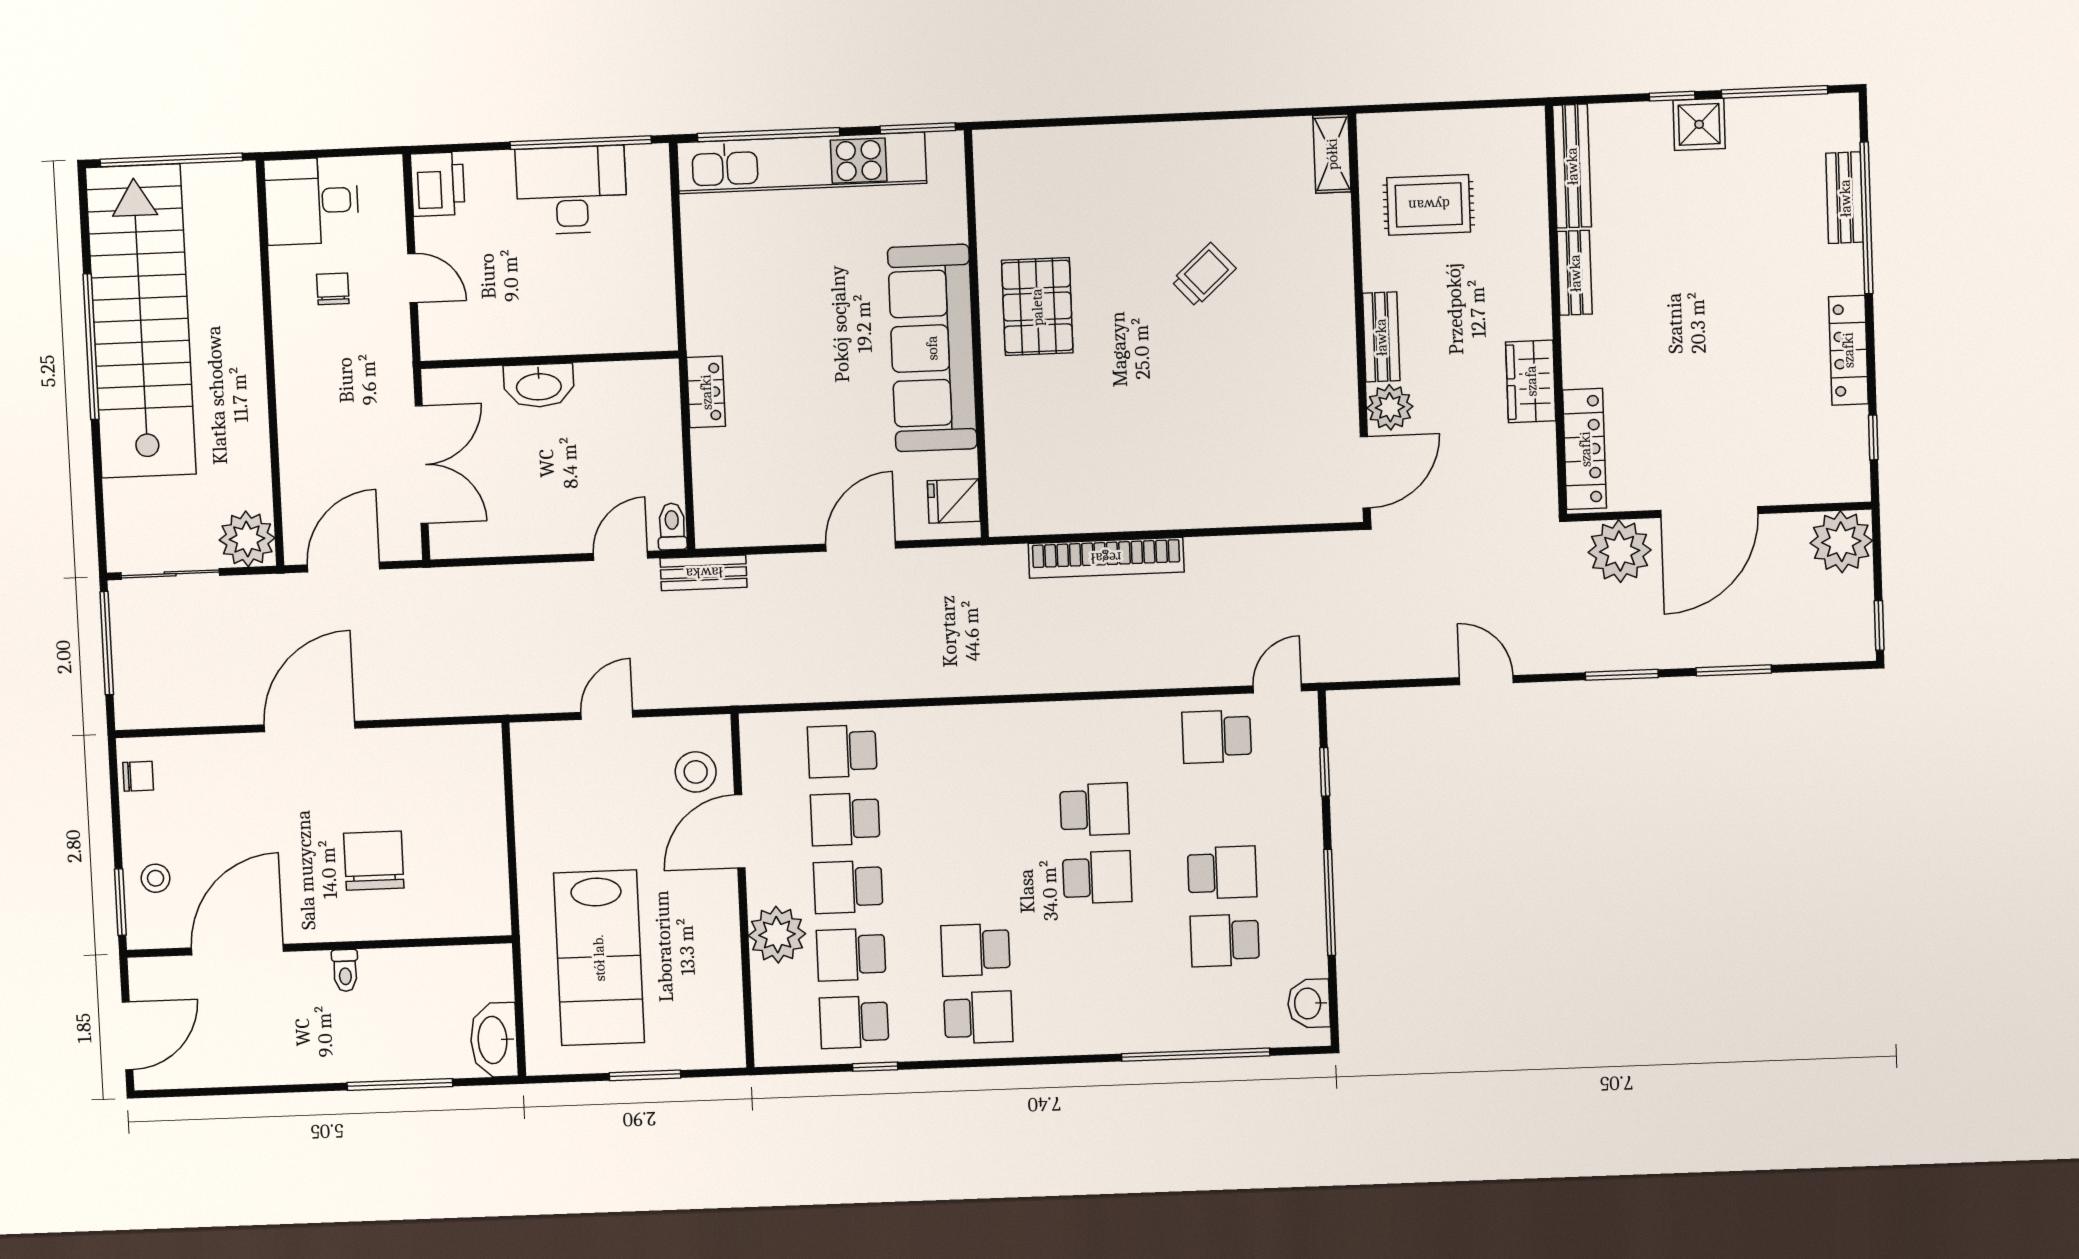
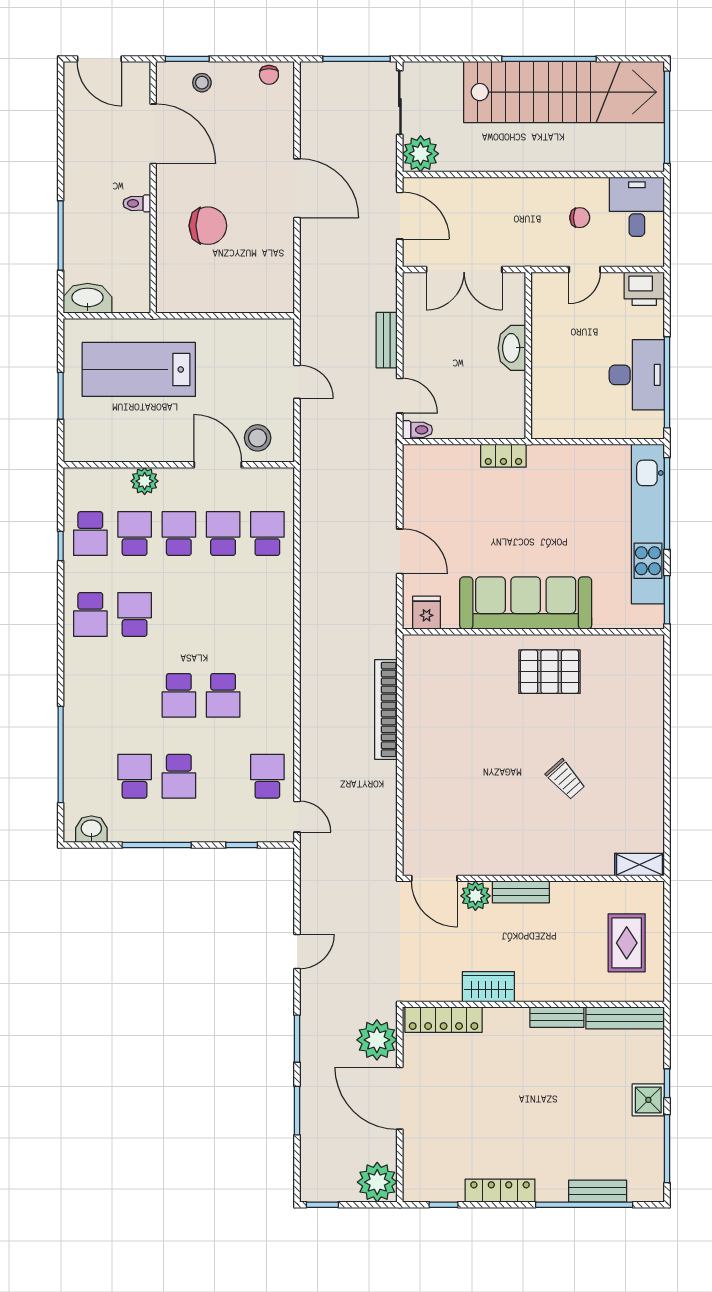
rug: (1429, 205) -> (627, 943), moved
bench: (704, 573) -> (387, 340), moved
plant: (777, 935) -> (145, 481), width x0.73, depth x0.73
school desk: (854, 1022) -> (90, 534), turned 180

